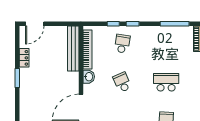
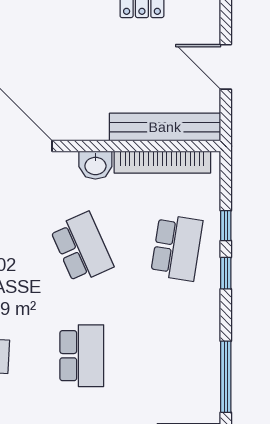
door: (35, 24) -> (226, 67), moved
school desk: (122, 44) -> (177, 248), width x1.85
school desk: (122, 82) -> (82, 248), width x1.85

